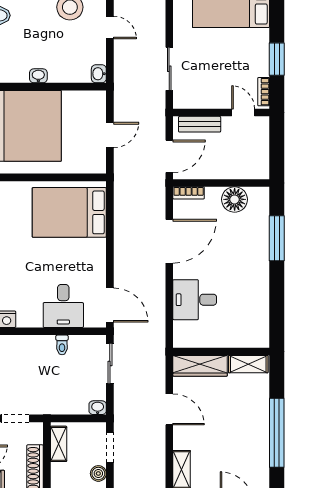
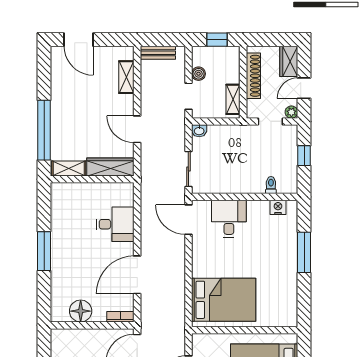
window: (277, 238) -> (44, 251), moved
toilet: (62, 345) -> (271, 185), moved
window: (277, 433) -> (44, 130), moved

